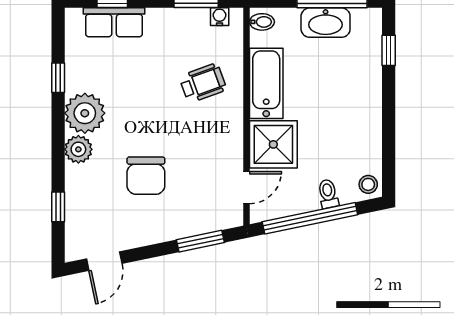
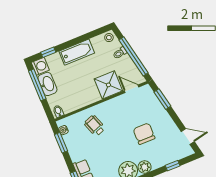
washing machine: (367, 23) -> (40, 66), added
bathtub: (266, 83) -> (77, 52), moved, turned 180
chair: (146, 176) -> (144, 134), turned -90

